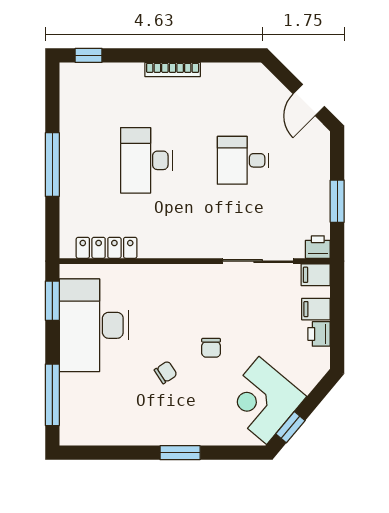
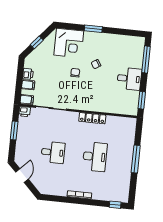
locker: (107, 248) -> (92, 118), moved
desk: (94, 325) -> (129, 79), width x0.53, depth x0.77
corner desk: (263, 400) -> (69, 43), moved, turned 50
window: (290, 427) -> (37, 42), moved

